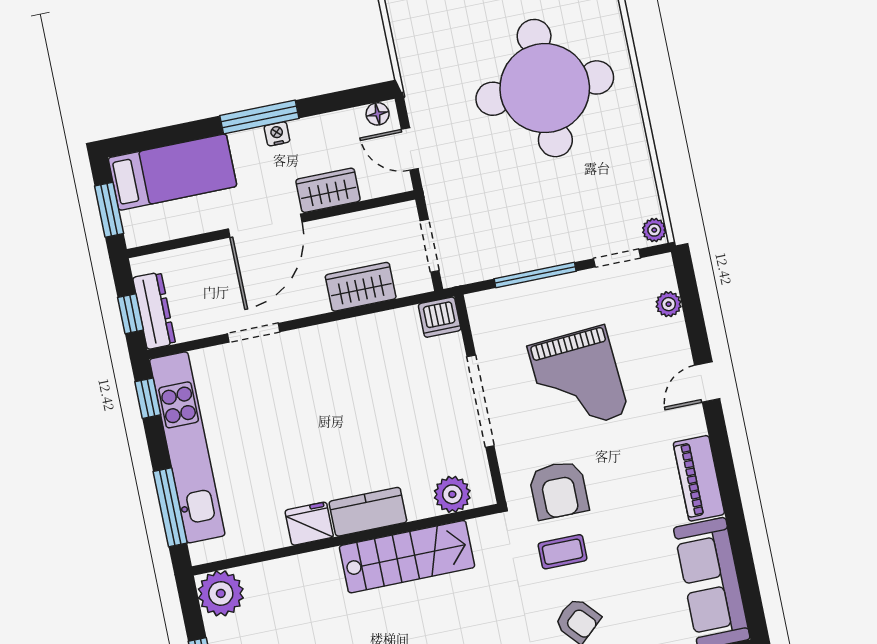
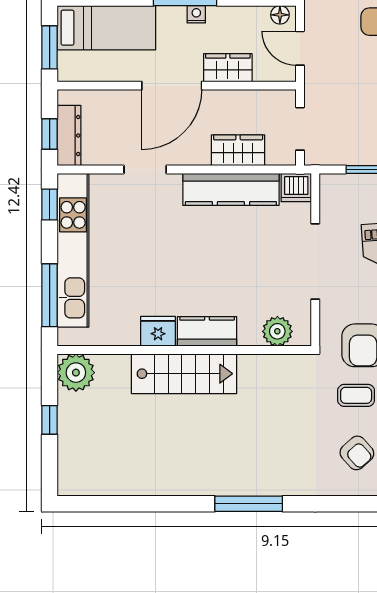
kitchen counter: (362, 335) -> (231, 189), added
stairs: (407, 557) -> (184, 374), moved

